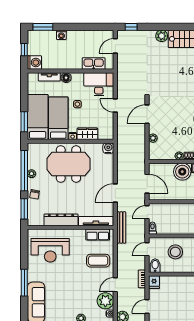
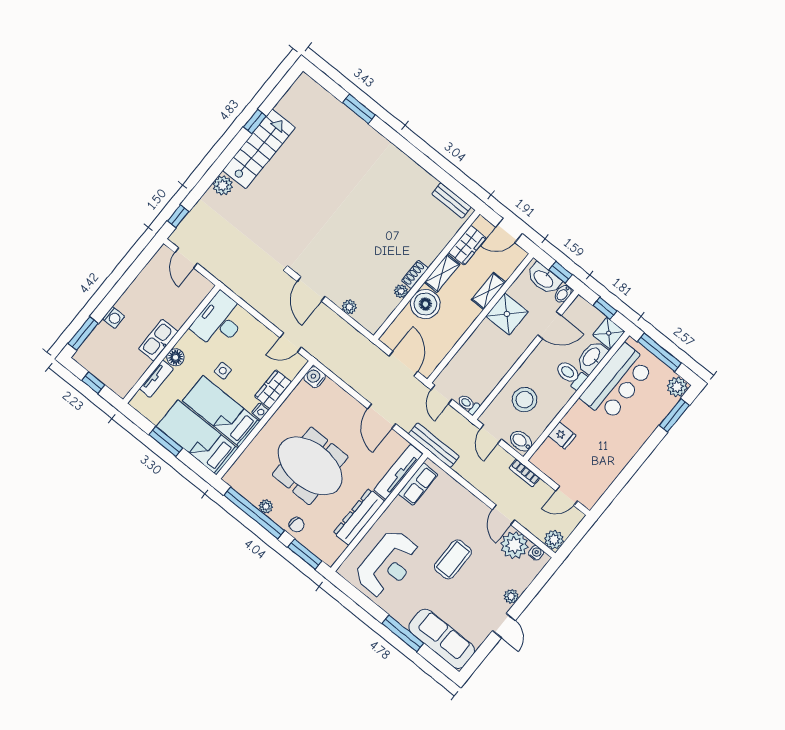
washing machine: (34, 63) -> (121, 383), removed
kitchen sink: (94, 64) -> (158, 340), moved
door: (115, 105) -> (291, 342), moved
window: (24, 122) -> (166, 441), moved
meeting table: (68, 164) -> (310, 466), moved, turned 90
door: (147, 184) -> (403, 364), hinge flipped
coffee table: (98, 261) -> (453, 559), moved
fridge: (154, 282) -> (562, 435), moved
door: (147, 306) -> (567, 496), hinge flipped

